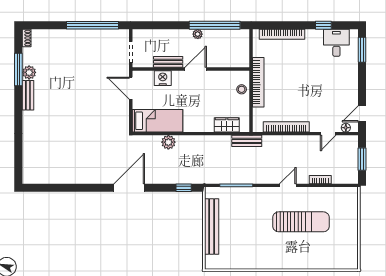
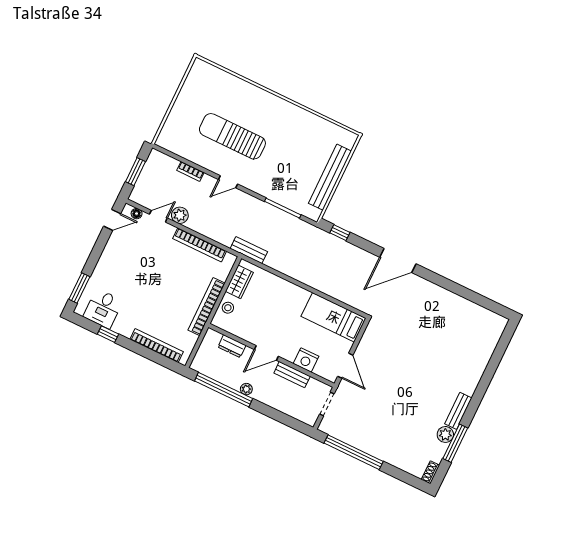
dresser: (224, 62) -> (232, 346), added
wardrobe: (227, 125) -> (239, 282), moved, turned -90
plant: (168, 142) -> (180, 215), moved

